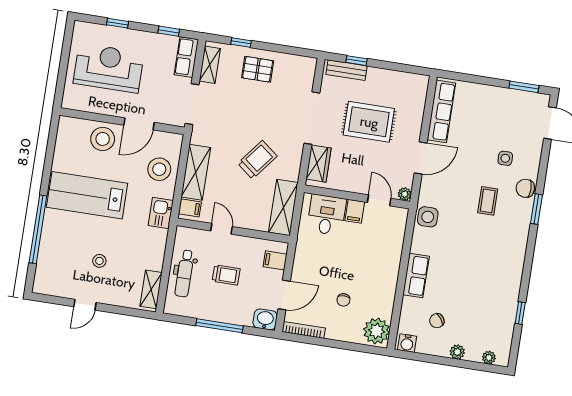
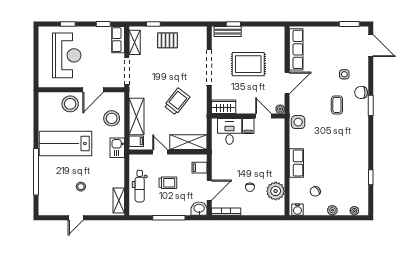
reception desk: (109, 68) -> (67, 55), turned 90
wardrobe: (318, 164) -> (224, 107), moved, turned -90
shelving: (283, 207) -> (188, 142), moved, turned 90
plant: (377, 331) -> (276, 191), moved

